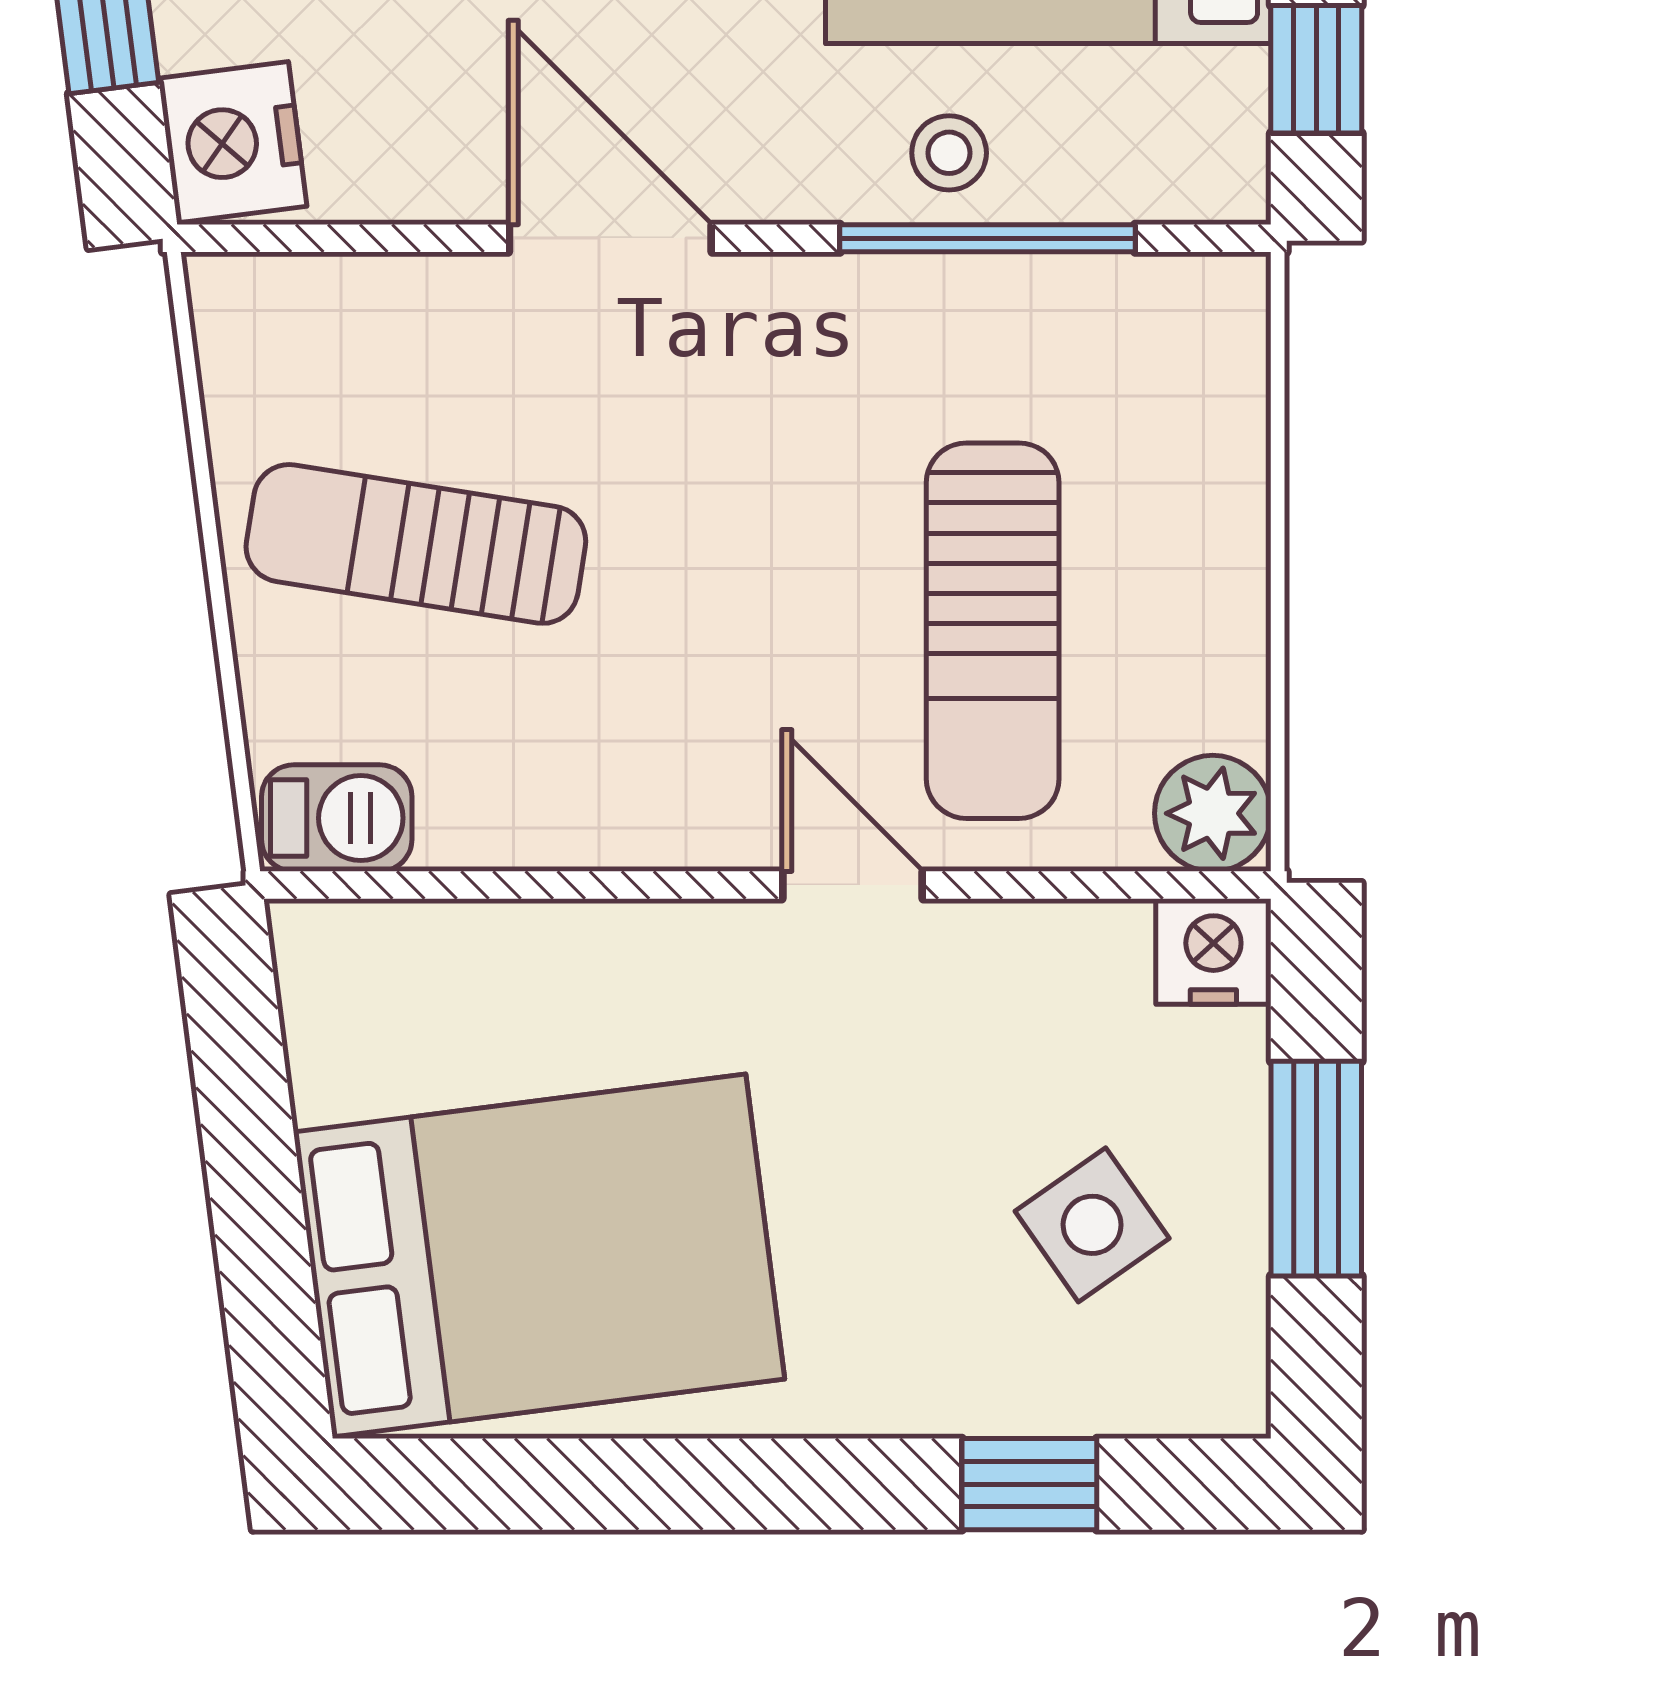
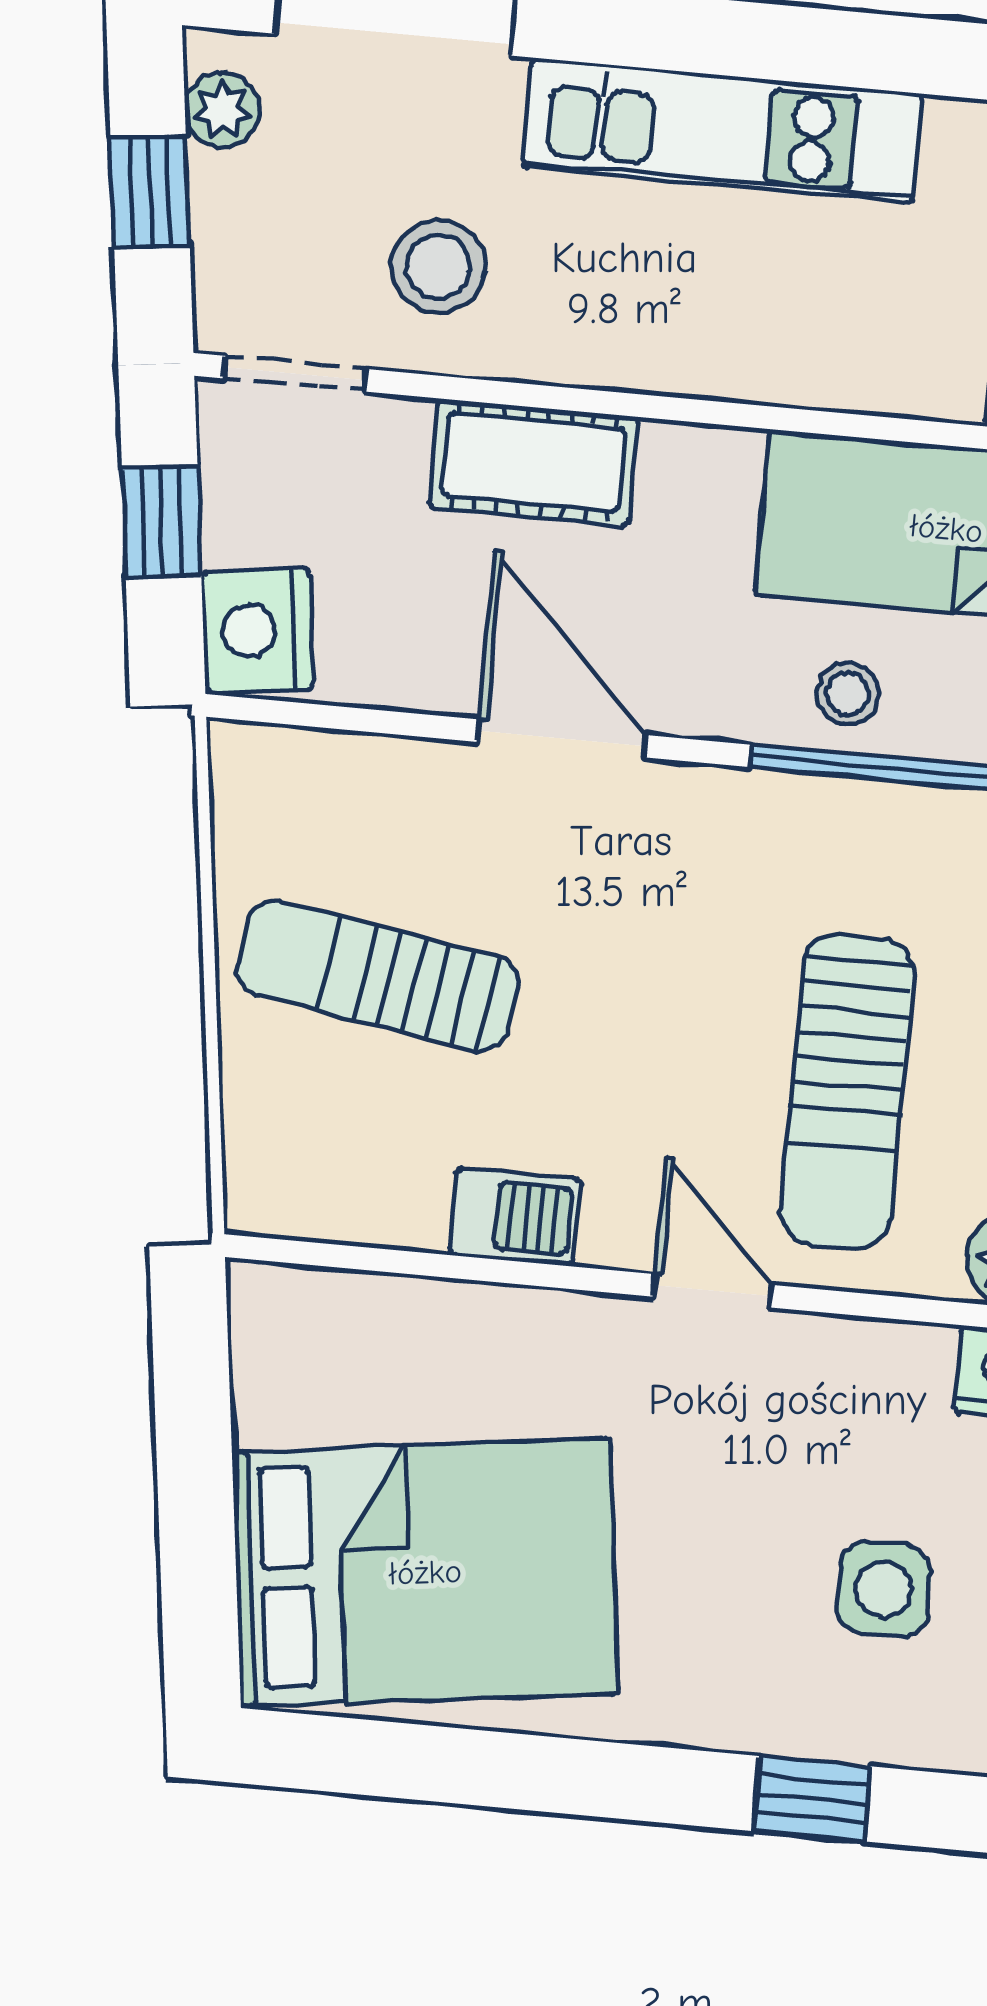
barbecue: (337, 818) -> (515, 1217), moved
side table: (1092, 1225) -> (884, 1590), turned 35

